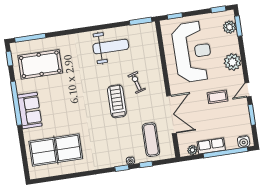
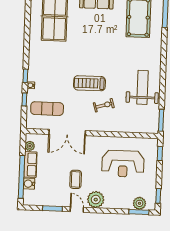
weight bench: (111, 47) -> (143, 87), turned 180
reception desk: (192, 52) -> (123, 164), width x0.74, depth x0.77
plant: (233, 62) -> (96, 200), moved
treadmill: (117, 101) -> (89, 83), turned 180
water cooler: (244, 142) -> (29, 184), moved

